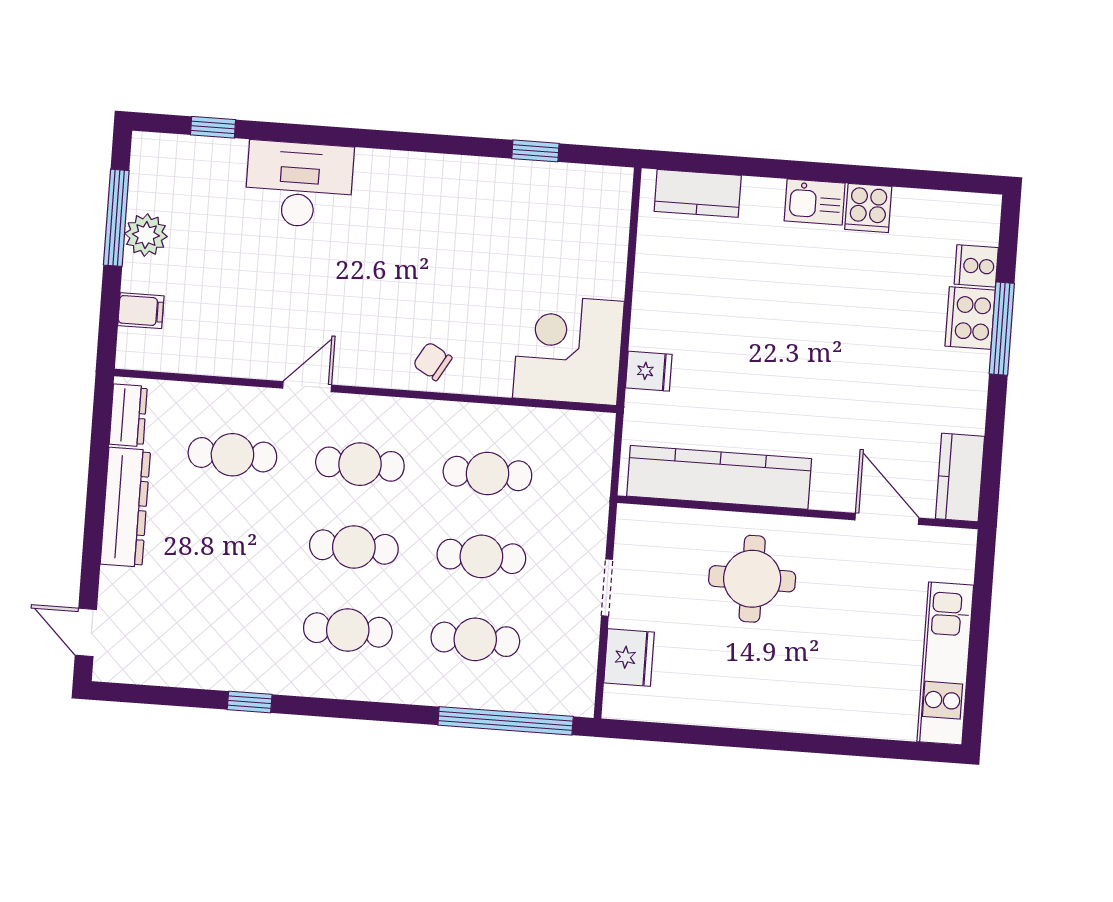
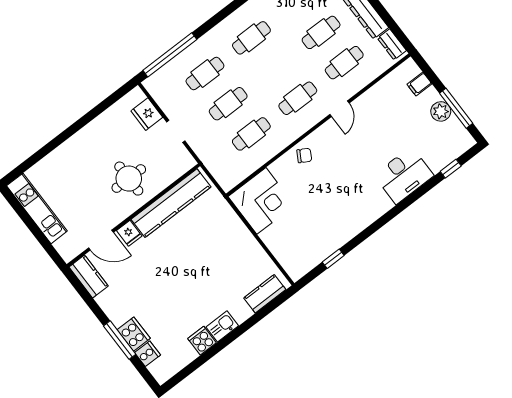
fridge: (649, 371) -> (129, 233), moved, turned -90
cafe table: (354, 547) -> (321, 32), moved

